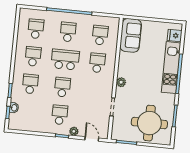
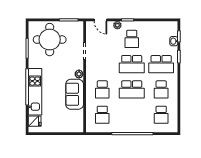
school desk: (68, 32) -> (132, 115), removed
sofa: (131, 35) -> (75, 94), moved
school desk: (30, 84) -> (161, 64), width x1.85
school desk: (62, 87) -> (132, 64), width x1.85

